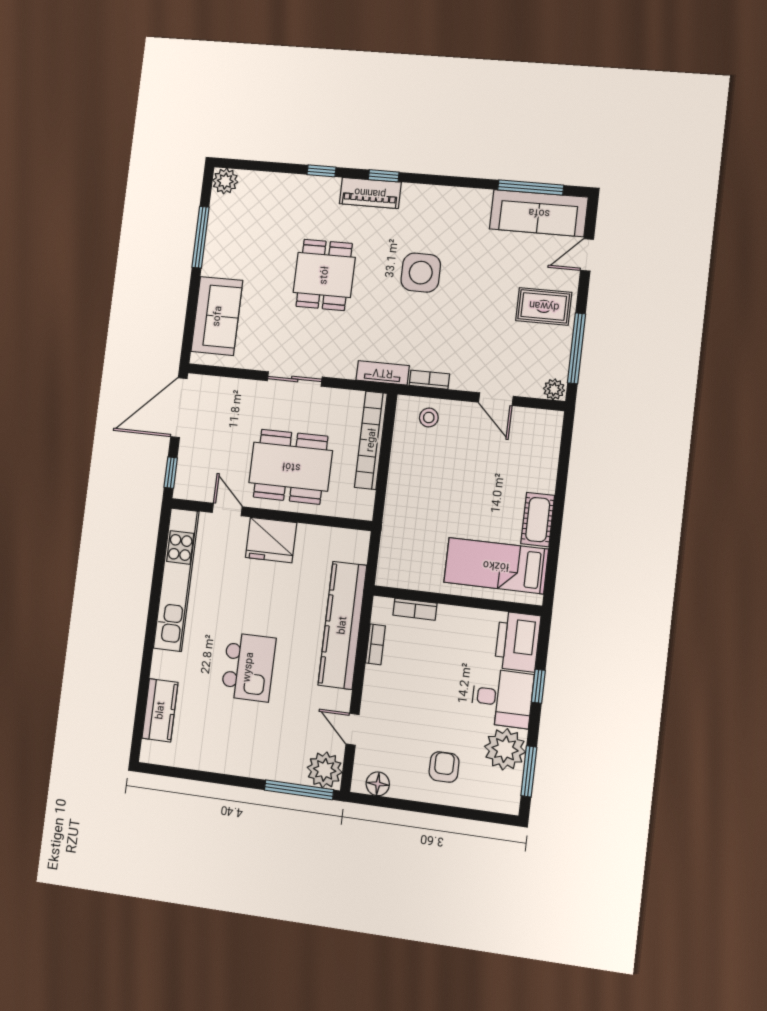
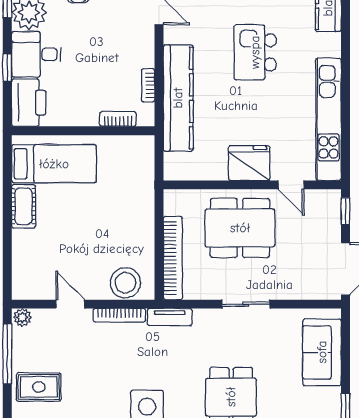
bookcase: (429, 380) -> (119, 315), width x1.56
stool: (429, 418) -> (125, 283), width x1.89, depth x1.89

